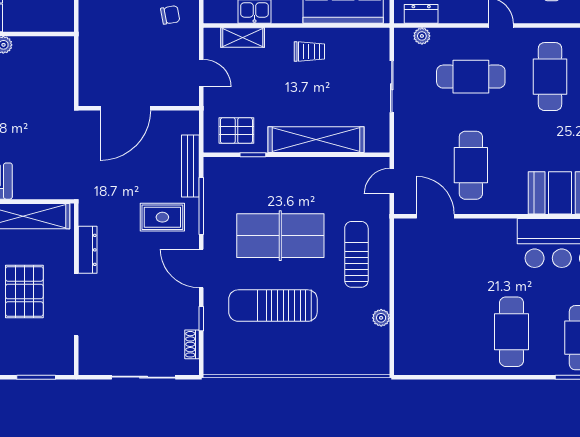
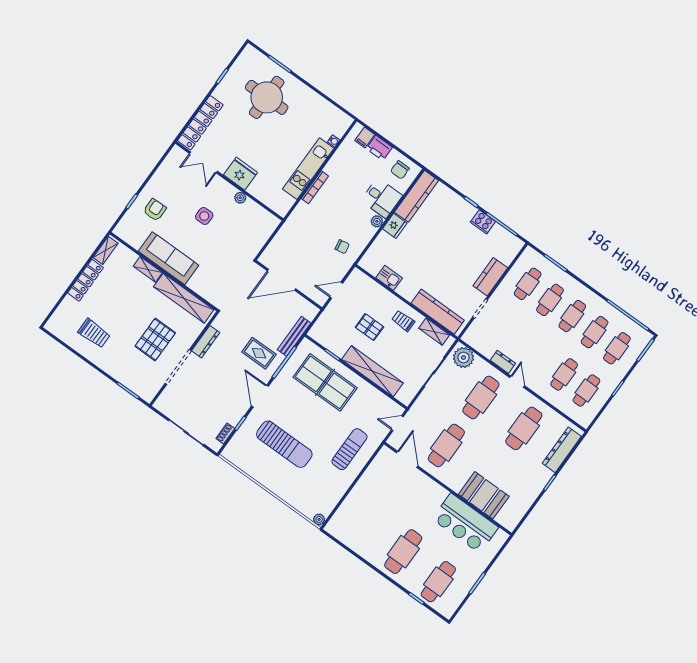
dresser: (421, 14) -> (503, 362), moved
plant: (422, 36) -> (463, 357), width x1.88, depth x1.88
shelving: (243, 37) -> (434, 332), moved
trolley: (309, 51) -> (403, 321), turned 180
door: (201, 73) -> (336, 290), swing flipped
cafe table: (471, 77) -> (481, 397), turned 90
pallet: (236, 131) -> (369, 327), moved
table tennis table: (280, 236) -> (325, 382), moved
sun lounger: (273, 306) -> (284, 444), turned 180
plant: (381, 318) -> (319, 519), moved

